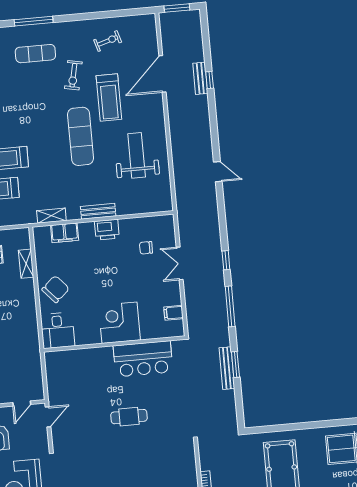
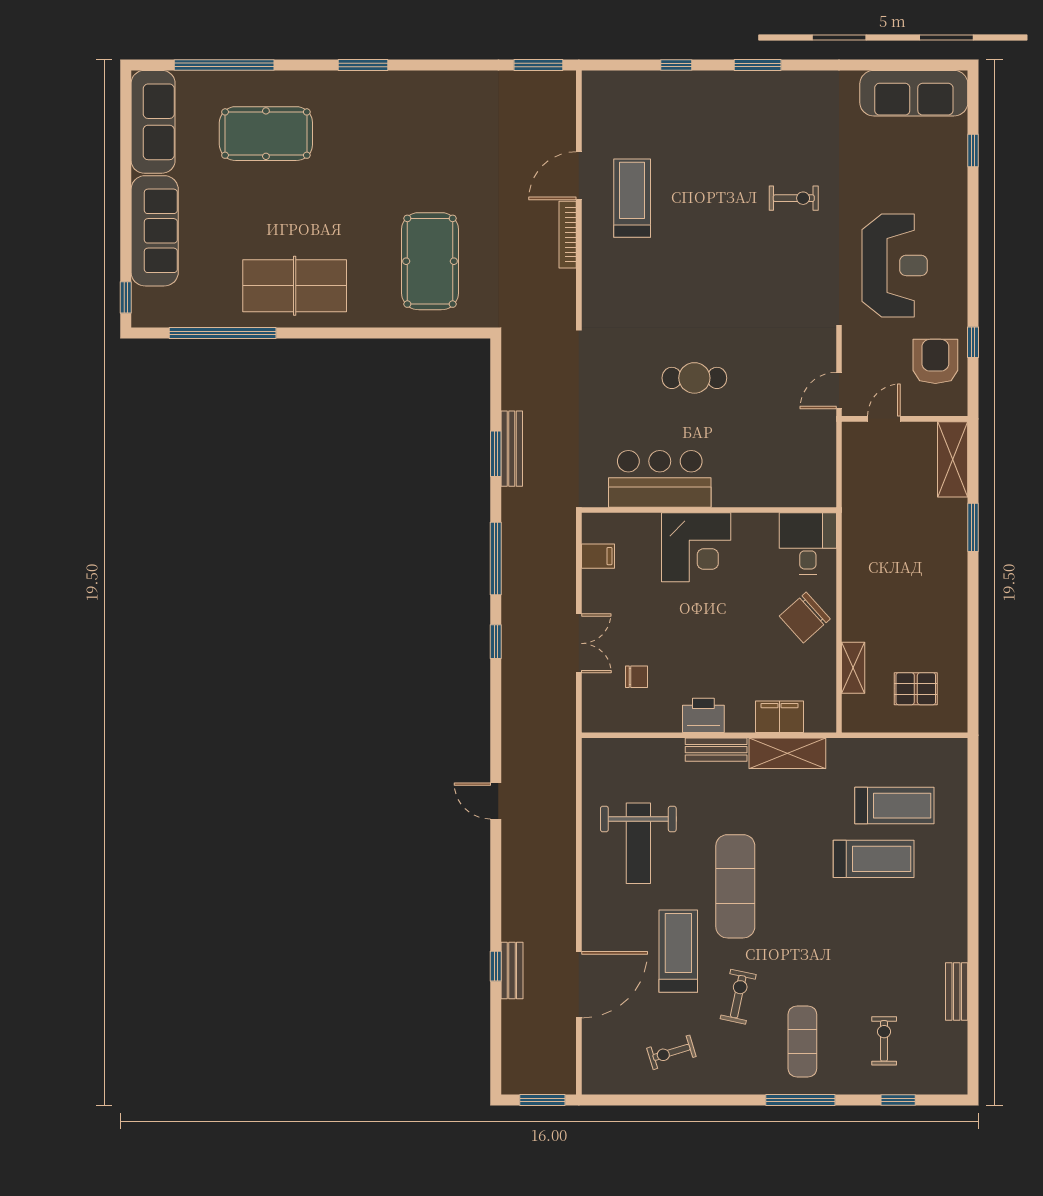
exercise mat: (35, 54) -> (802, 1042), turned 90
shelving: (51, 216) -> (787, 753), width x1.50, depth x1.33

